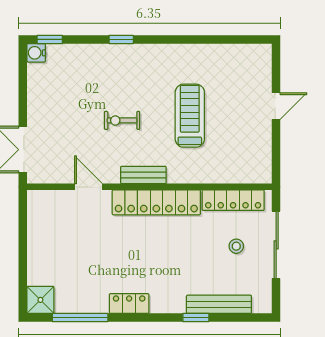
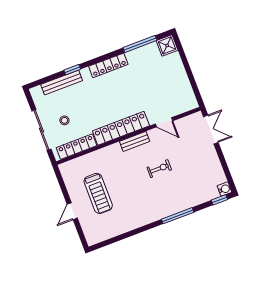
window: (121, 39) -> (178, 216), width x2.17
treadmill: (190, 116) -> (98, 193), moved
locker: (129, 303) -> (108, 65), width x1.53

